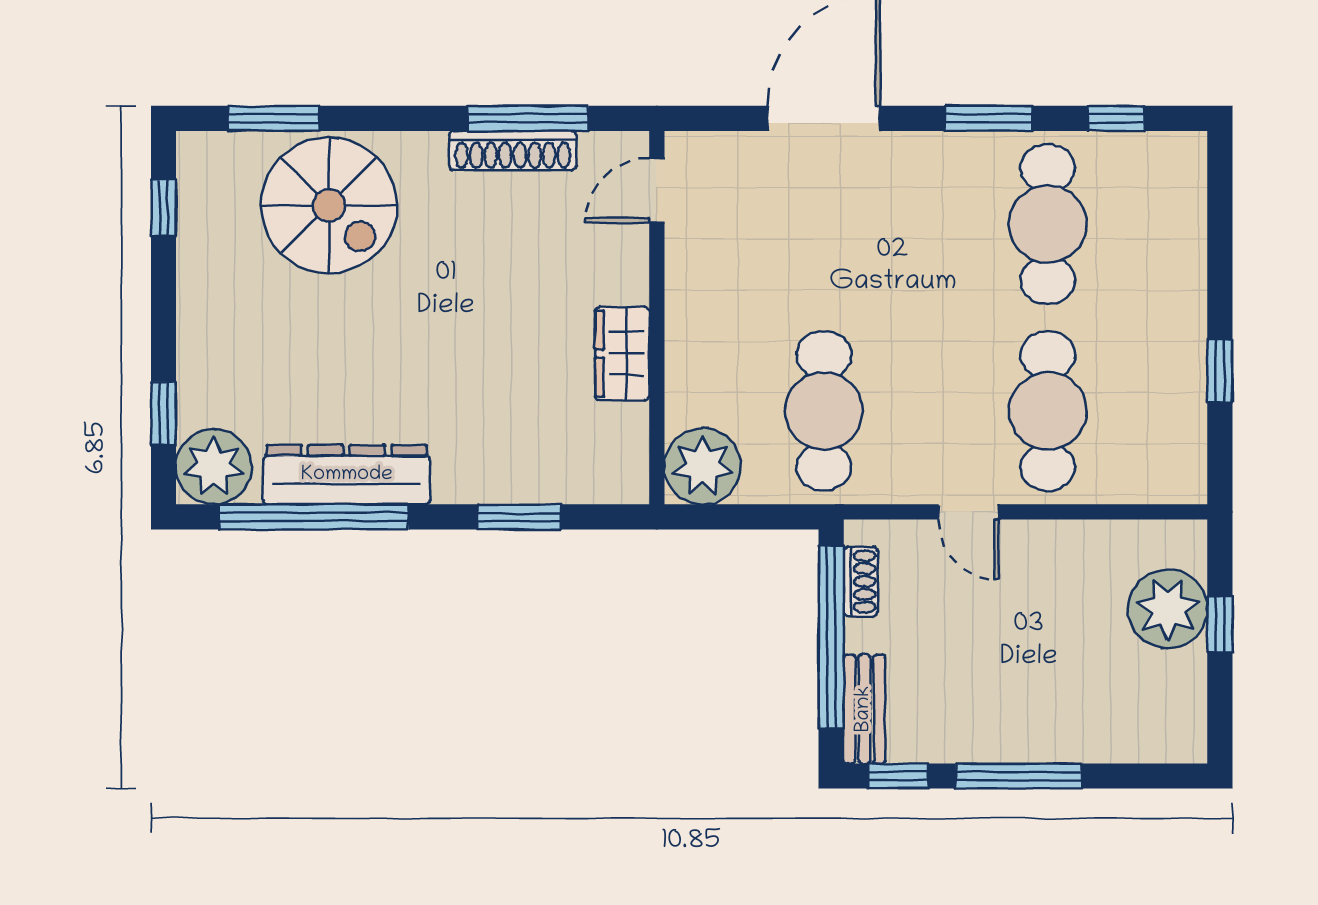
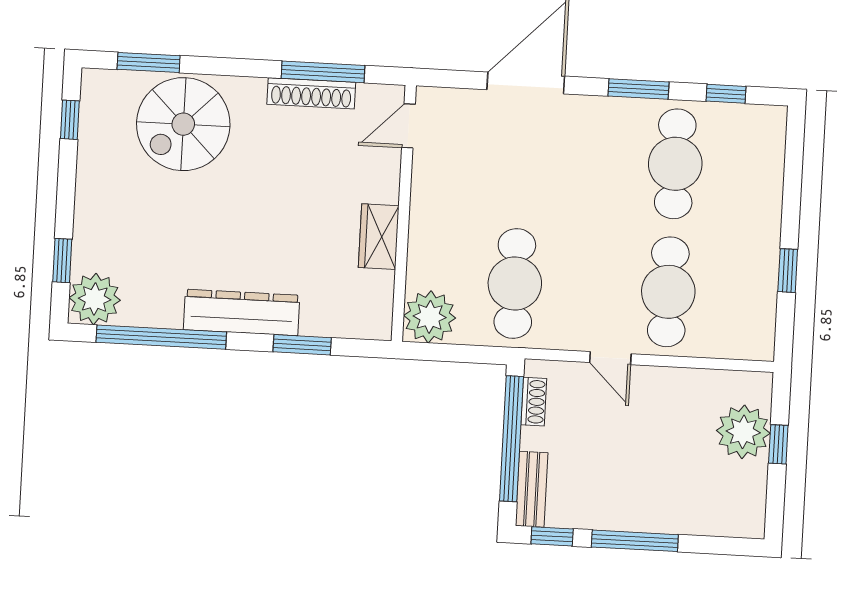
spiral stairs: (329, 205) -> (183, 124), turned 90
dresser: (347, 475) -> (242, 312), moved

